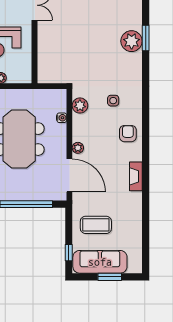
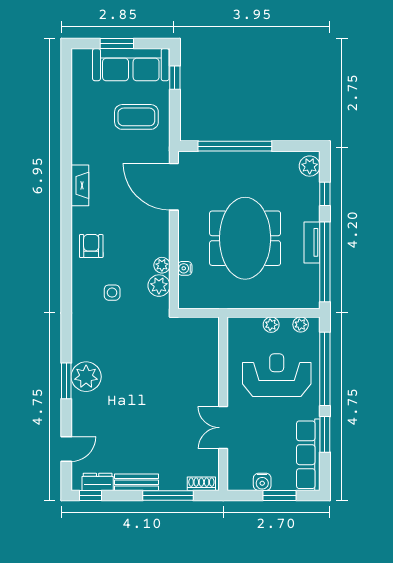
armchair: (128, 134) -> (91, 246), turned 180
plant: (78, 148) -> (162, 265), moved

